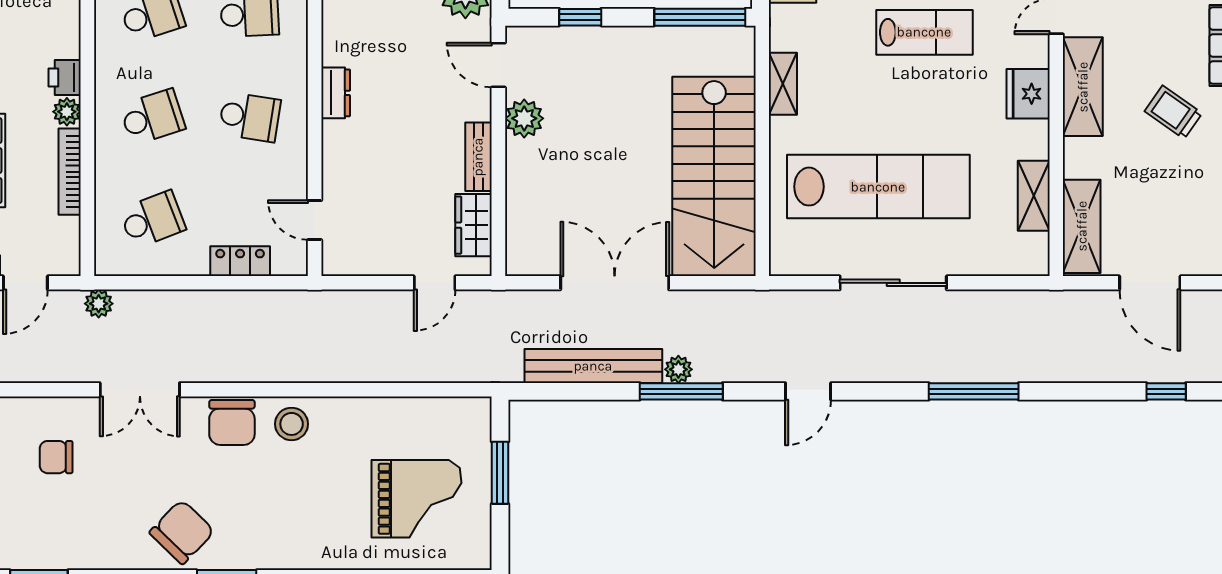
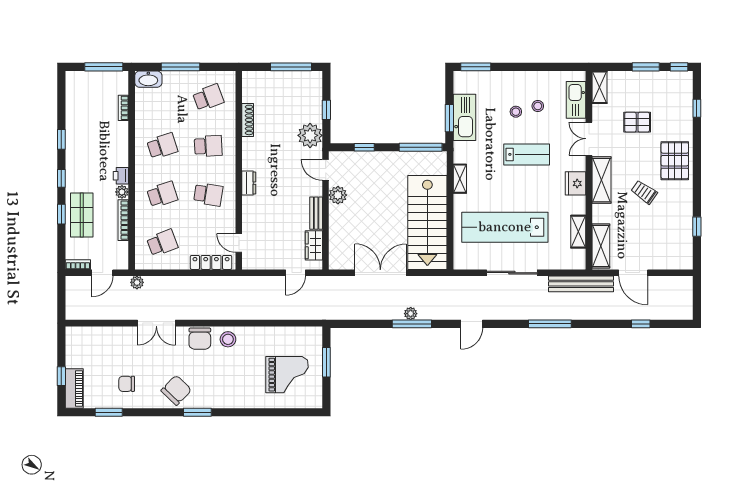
lab bench: (878, 187) -> (505, 227), turned 180
locker: (240, 261) -> (211, 262), width x1.53
bench: (593, 366) -> (581, 284), moved
chair: (56, 457) -> (127, 384), moved

